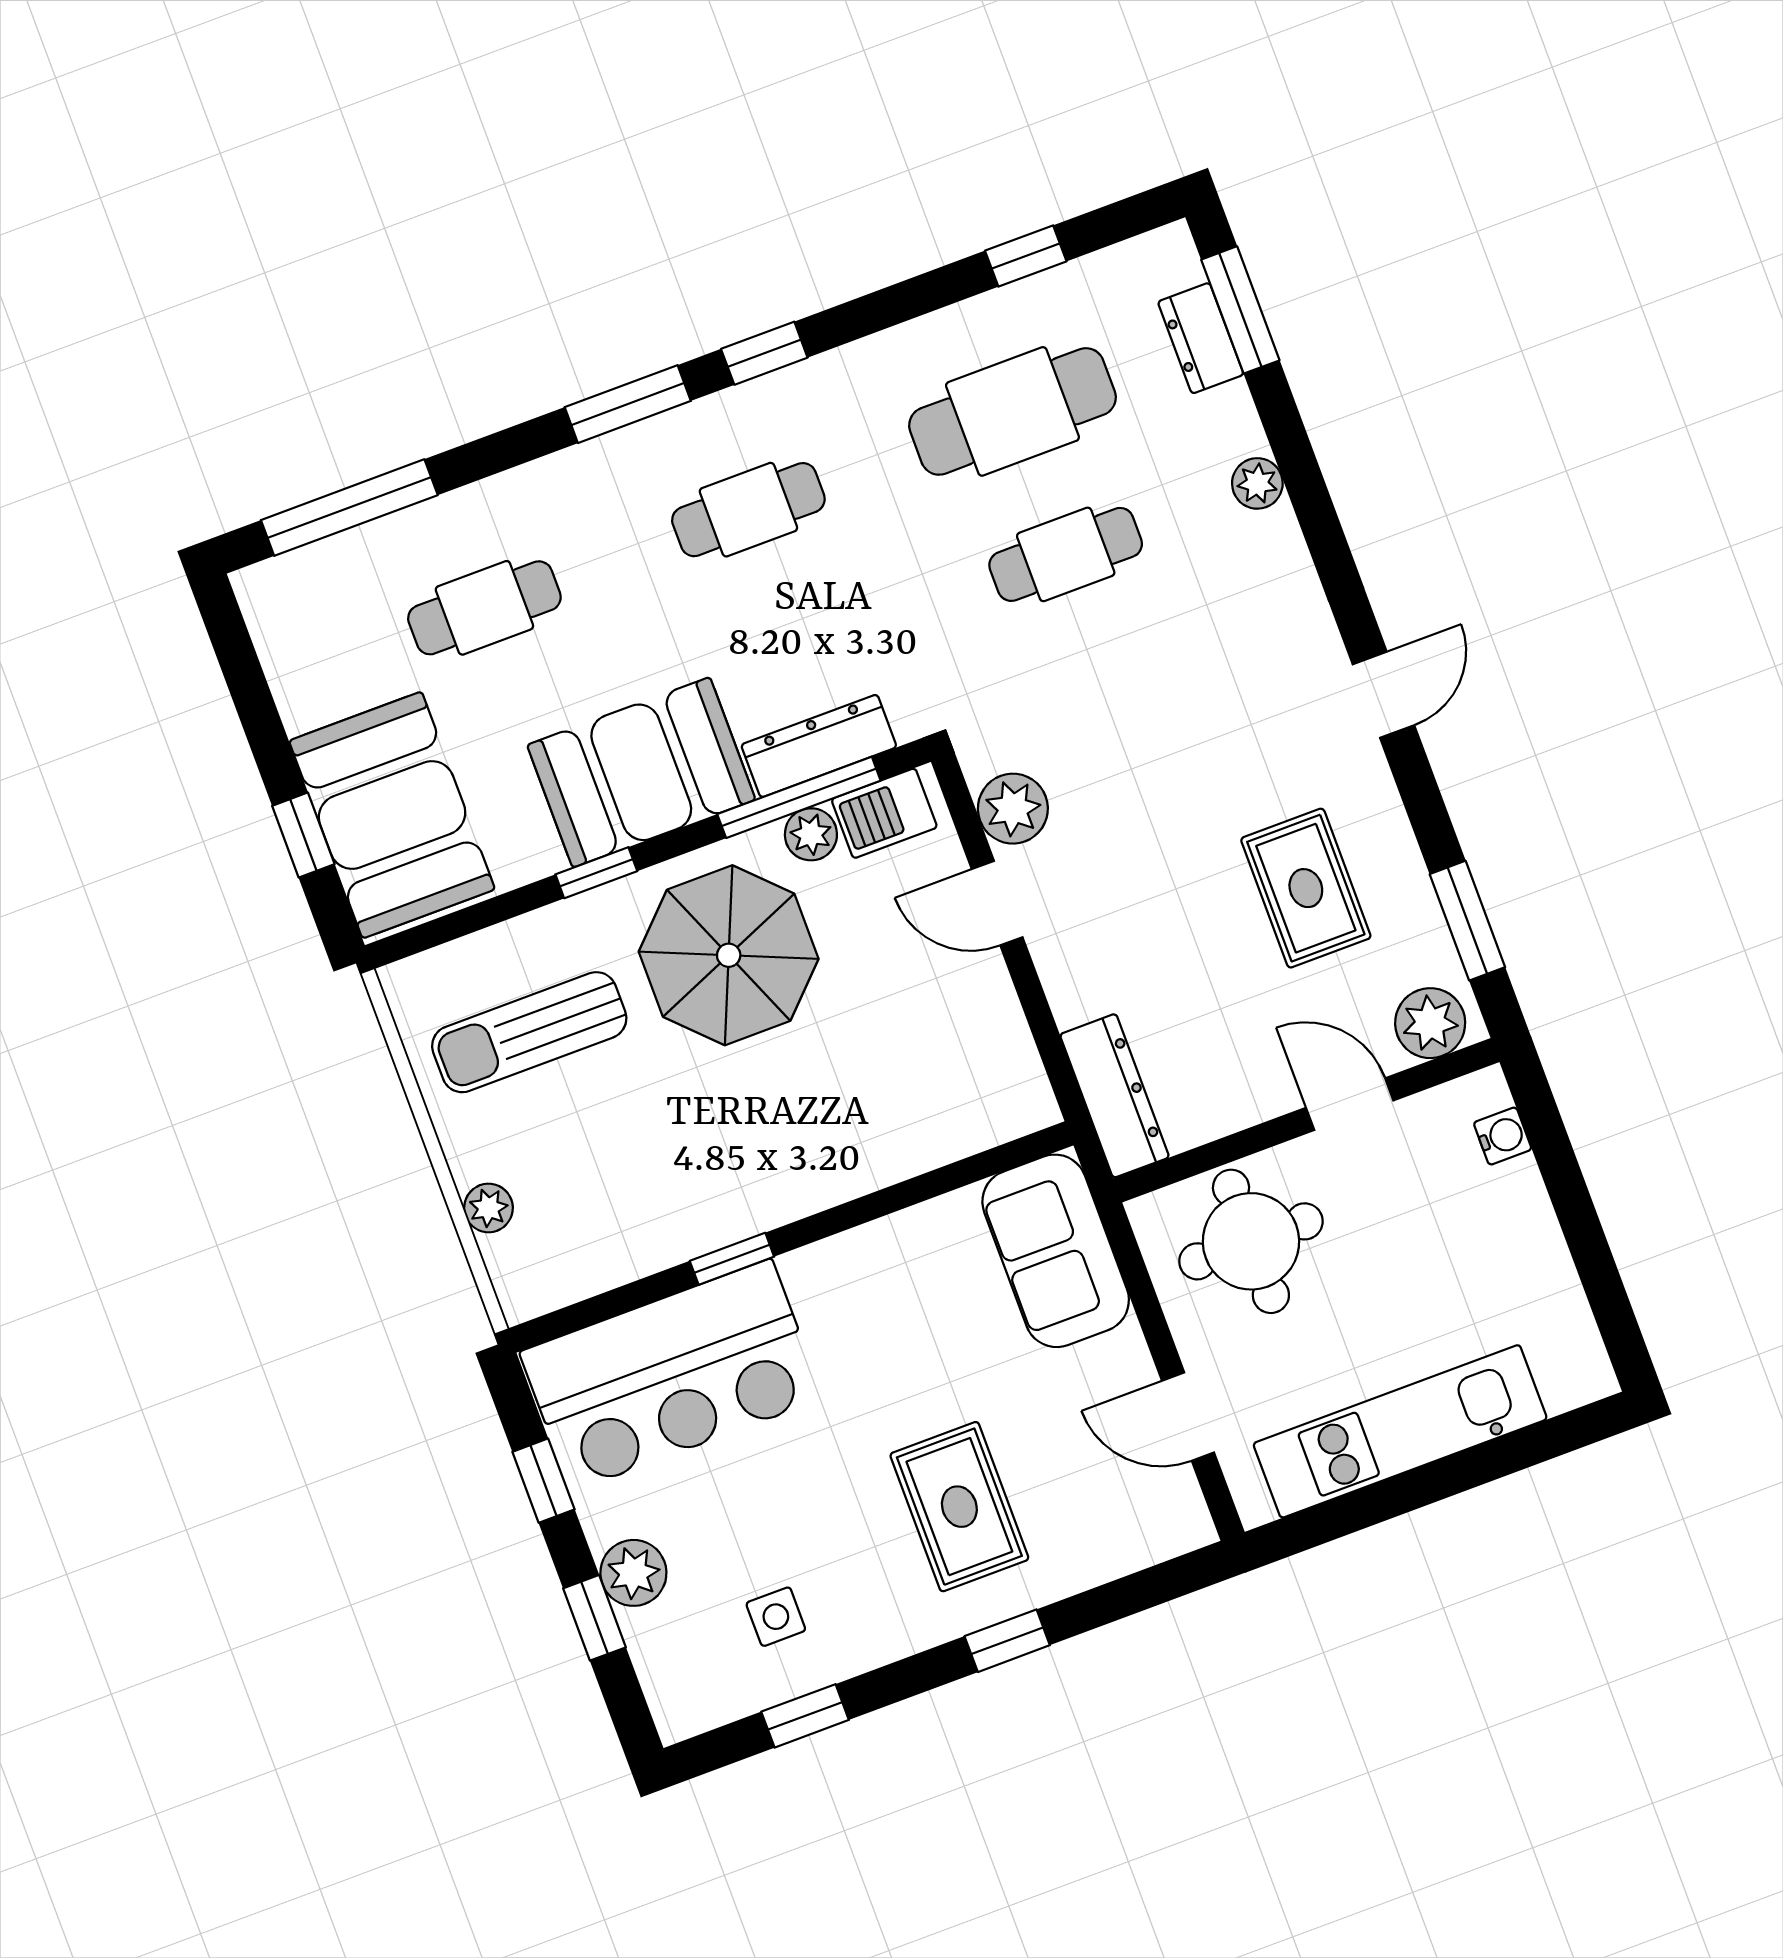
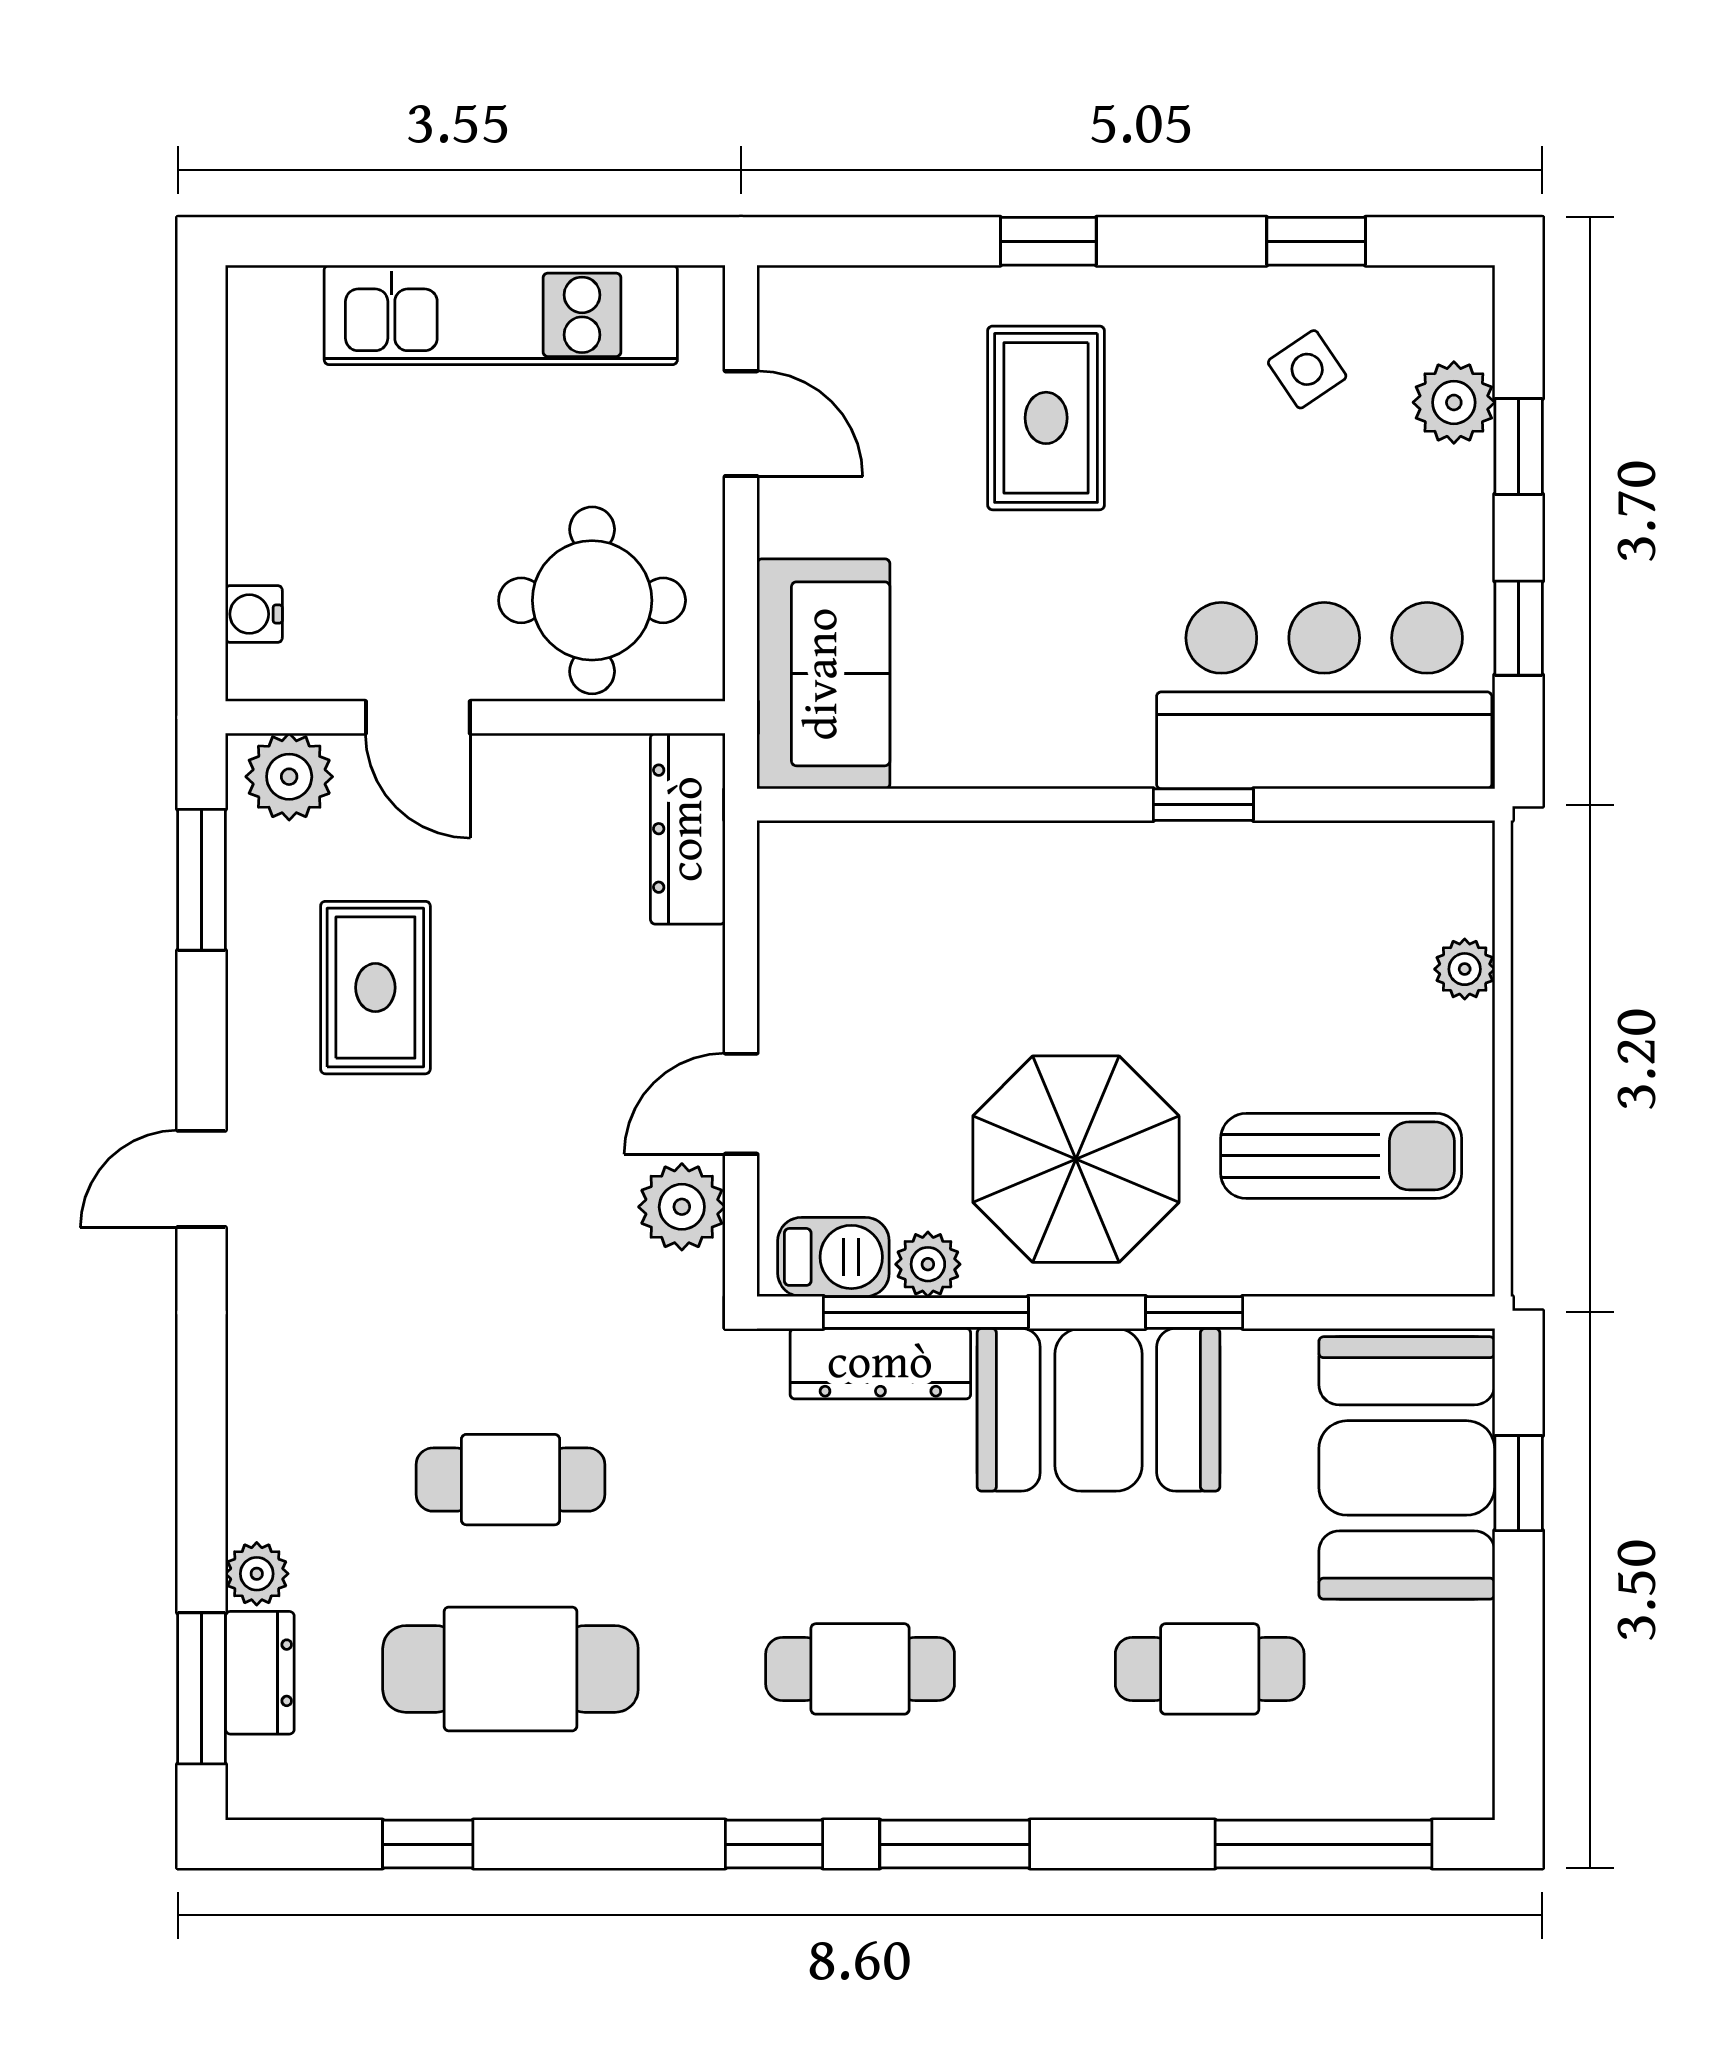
plant: (1257, 483) -> (257, 1574), moved
door: (997, 903) -> (741, 1104), swing flipped
plant: (633, 1573) -> (1454, 402), moved
side table: (776, 1617) -> (1307, 369), turned -34

